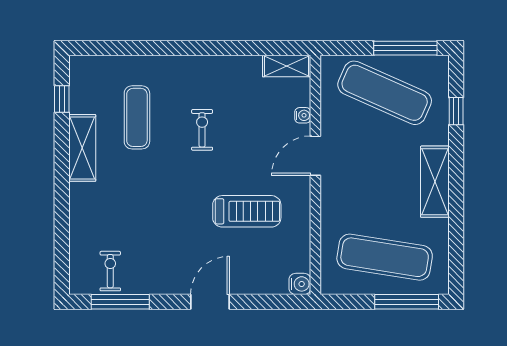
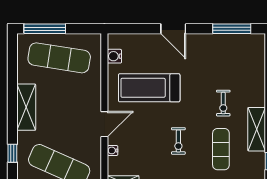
treadmill: (247, 211) -> (149, 88), width x1.37, depth x1.38
exercise bike: (110, 271) -> (223, 103), moved
water cooler: (300, 284) -> (114, 56), moved
door: (210, 302) -> (173, 29), hinge flipped

